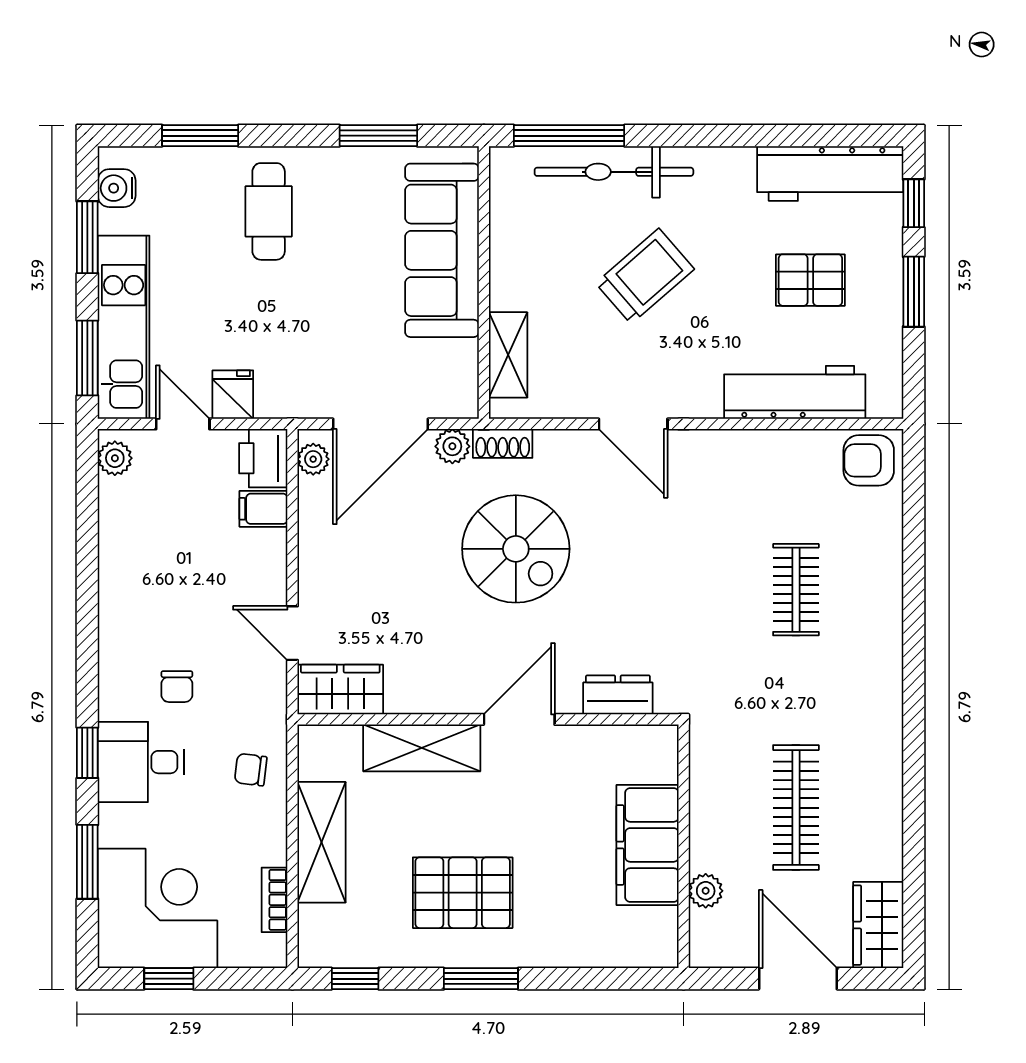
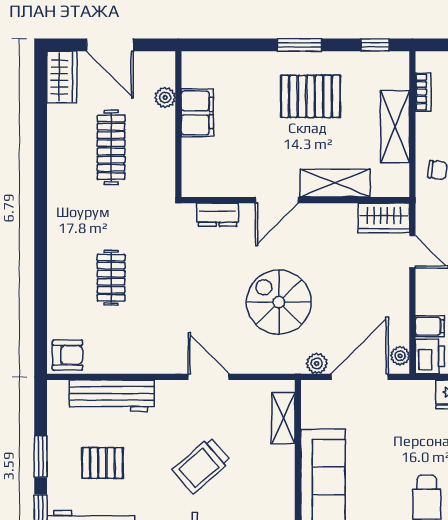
shoe rack: (503, 443) -> (287, 365), removed
filing cabinet: (647, 845) -> (197, 113), width x0.67, depth x0.86

